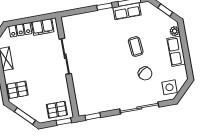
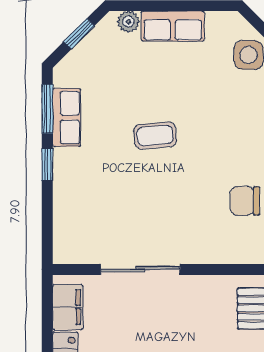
coffee table: (136, 46) -> (155, 135), moved
chair: (145, 73) -> (245, 201), moved, turned -146

